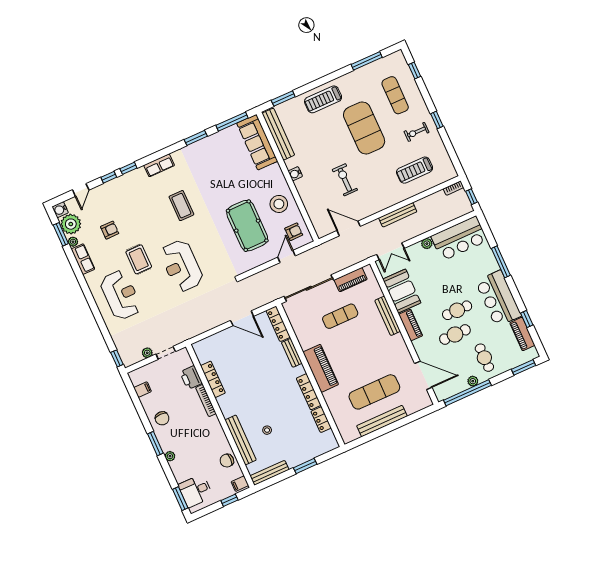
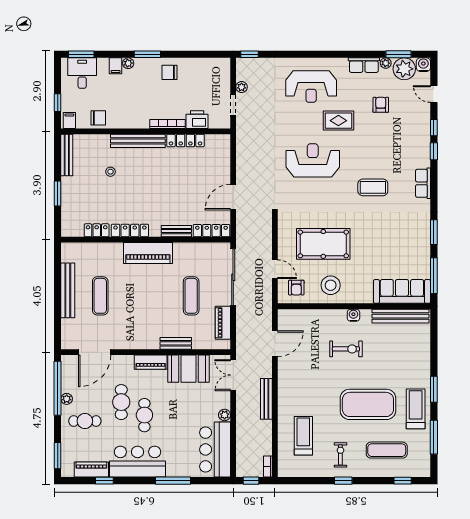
window: (283, 99) -> (434, 389), moved
treadmill: (323, 99) -> (416, 409), moved
exercise bike: (345, 180) -> (346, 349), moved
armchair: (110, 230) -> (381, 105), turned 180
bench: (388, 316) -> (176, 343), width x0.73
filing cabinet: (143, 390) -> (116, 66), moved
exercise mat: (374, 392) -> (100, 296), width x0.73, depth x0.69
bench: (241, 440) -> (138, 141), moved
chair: (227, 461) -> (98, 118), turned 90

